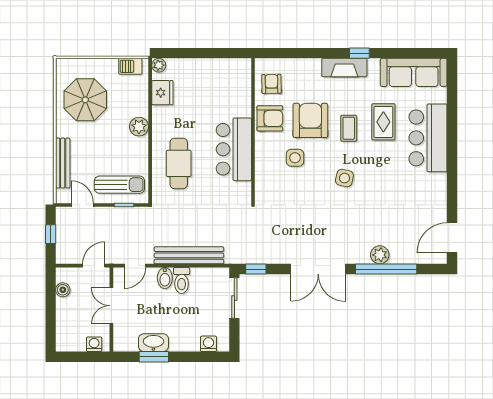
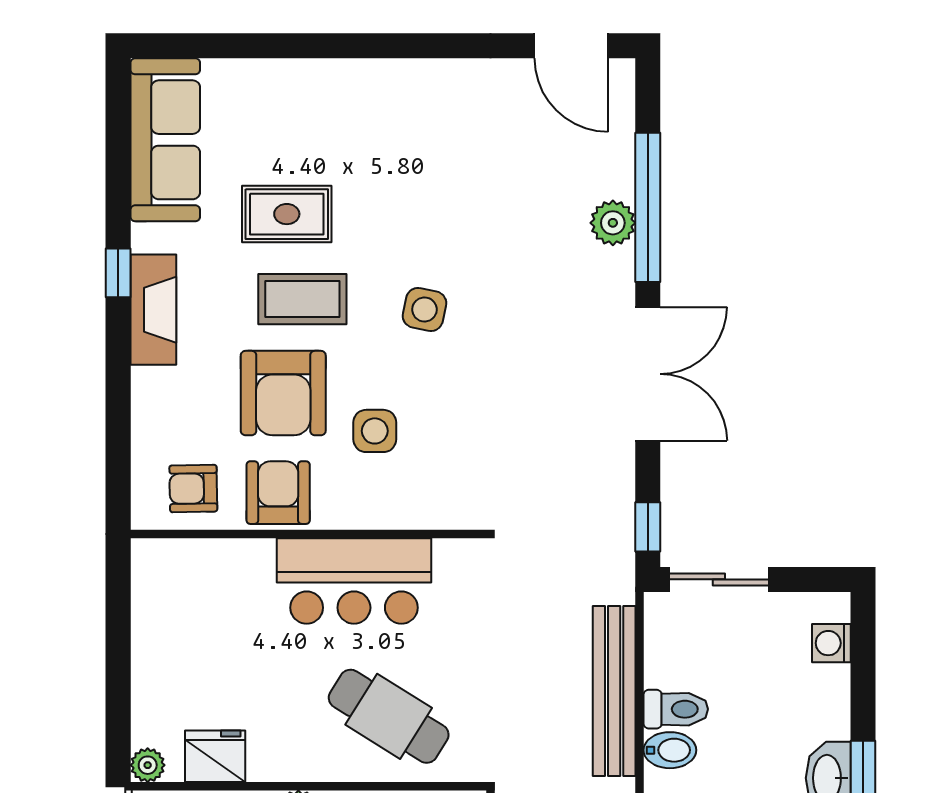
armchair: (310, 120) -> (283, 393), turned -90
coffee table: (349, 128) -> (302, 299), width x1.36, depth x1.30
bar counter: (428, 138) -> (326, 105), removed
cafe table: (179, 163) -> (389, 716), turned 32

